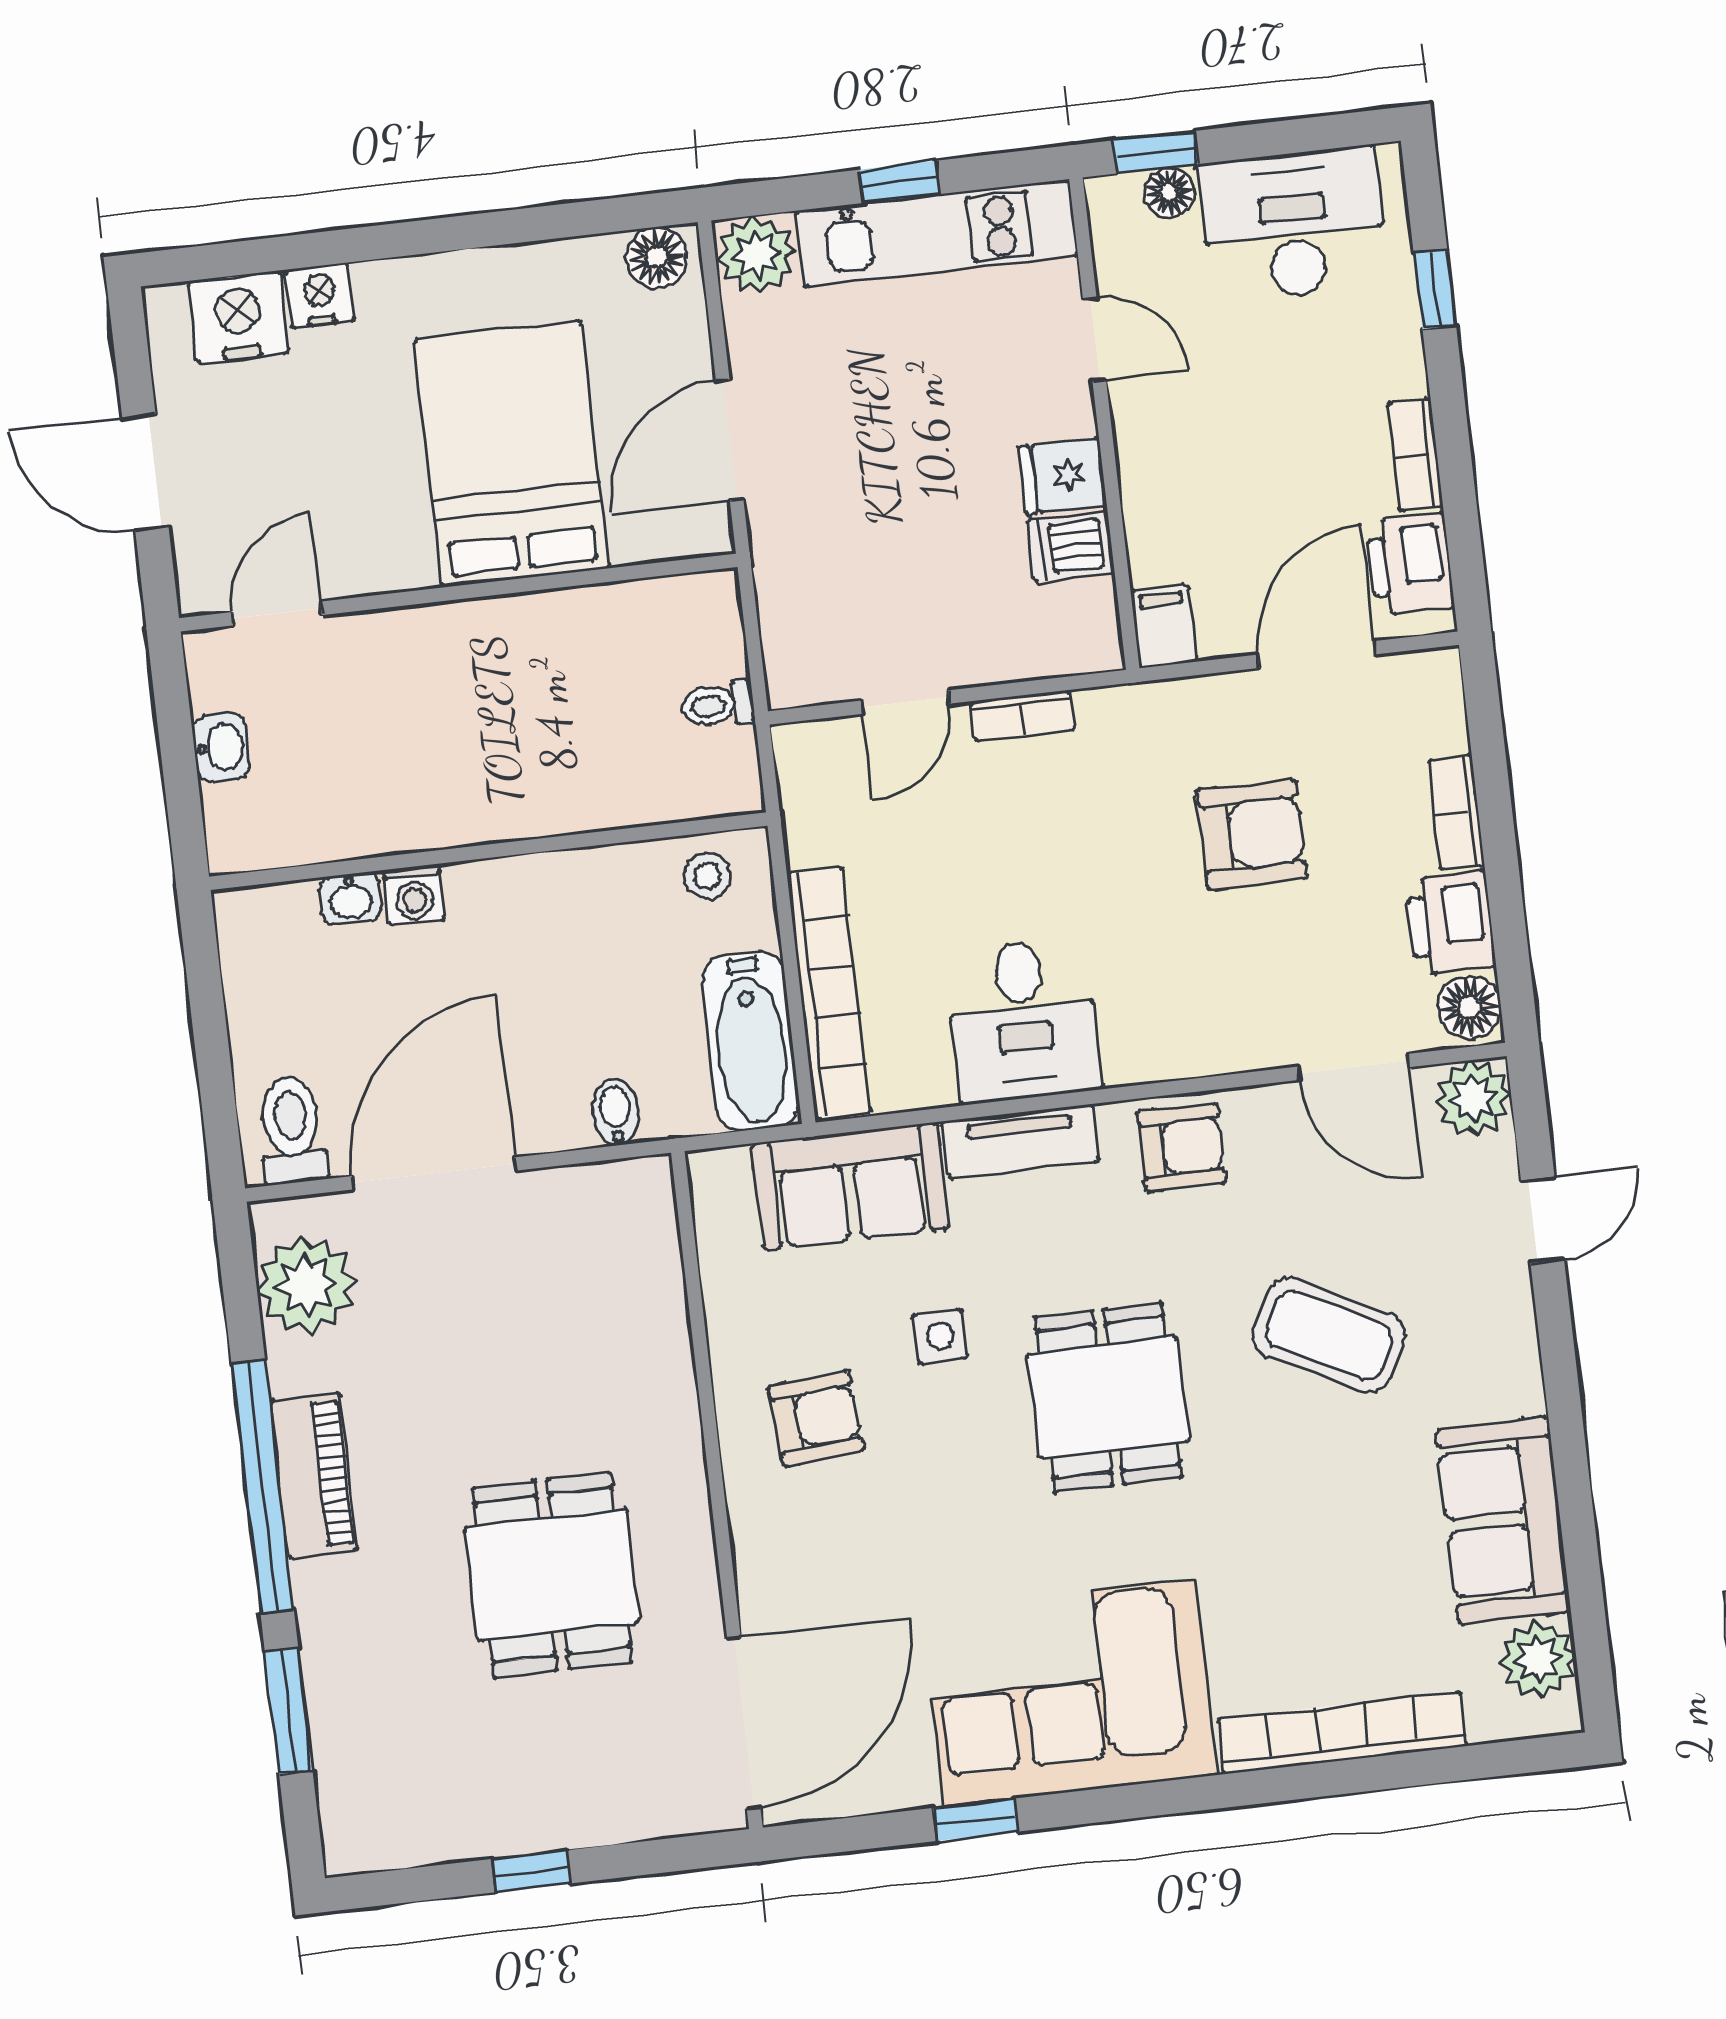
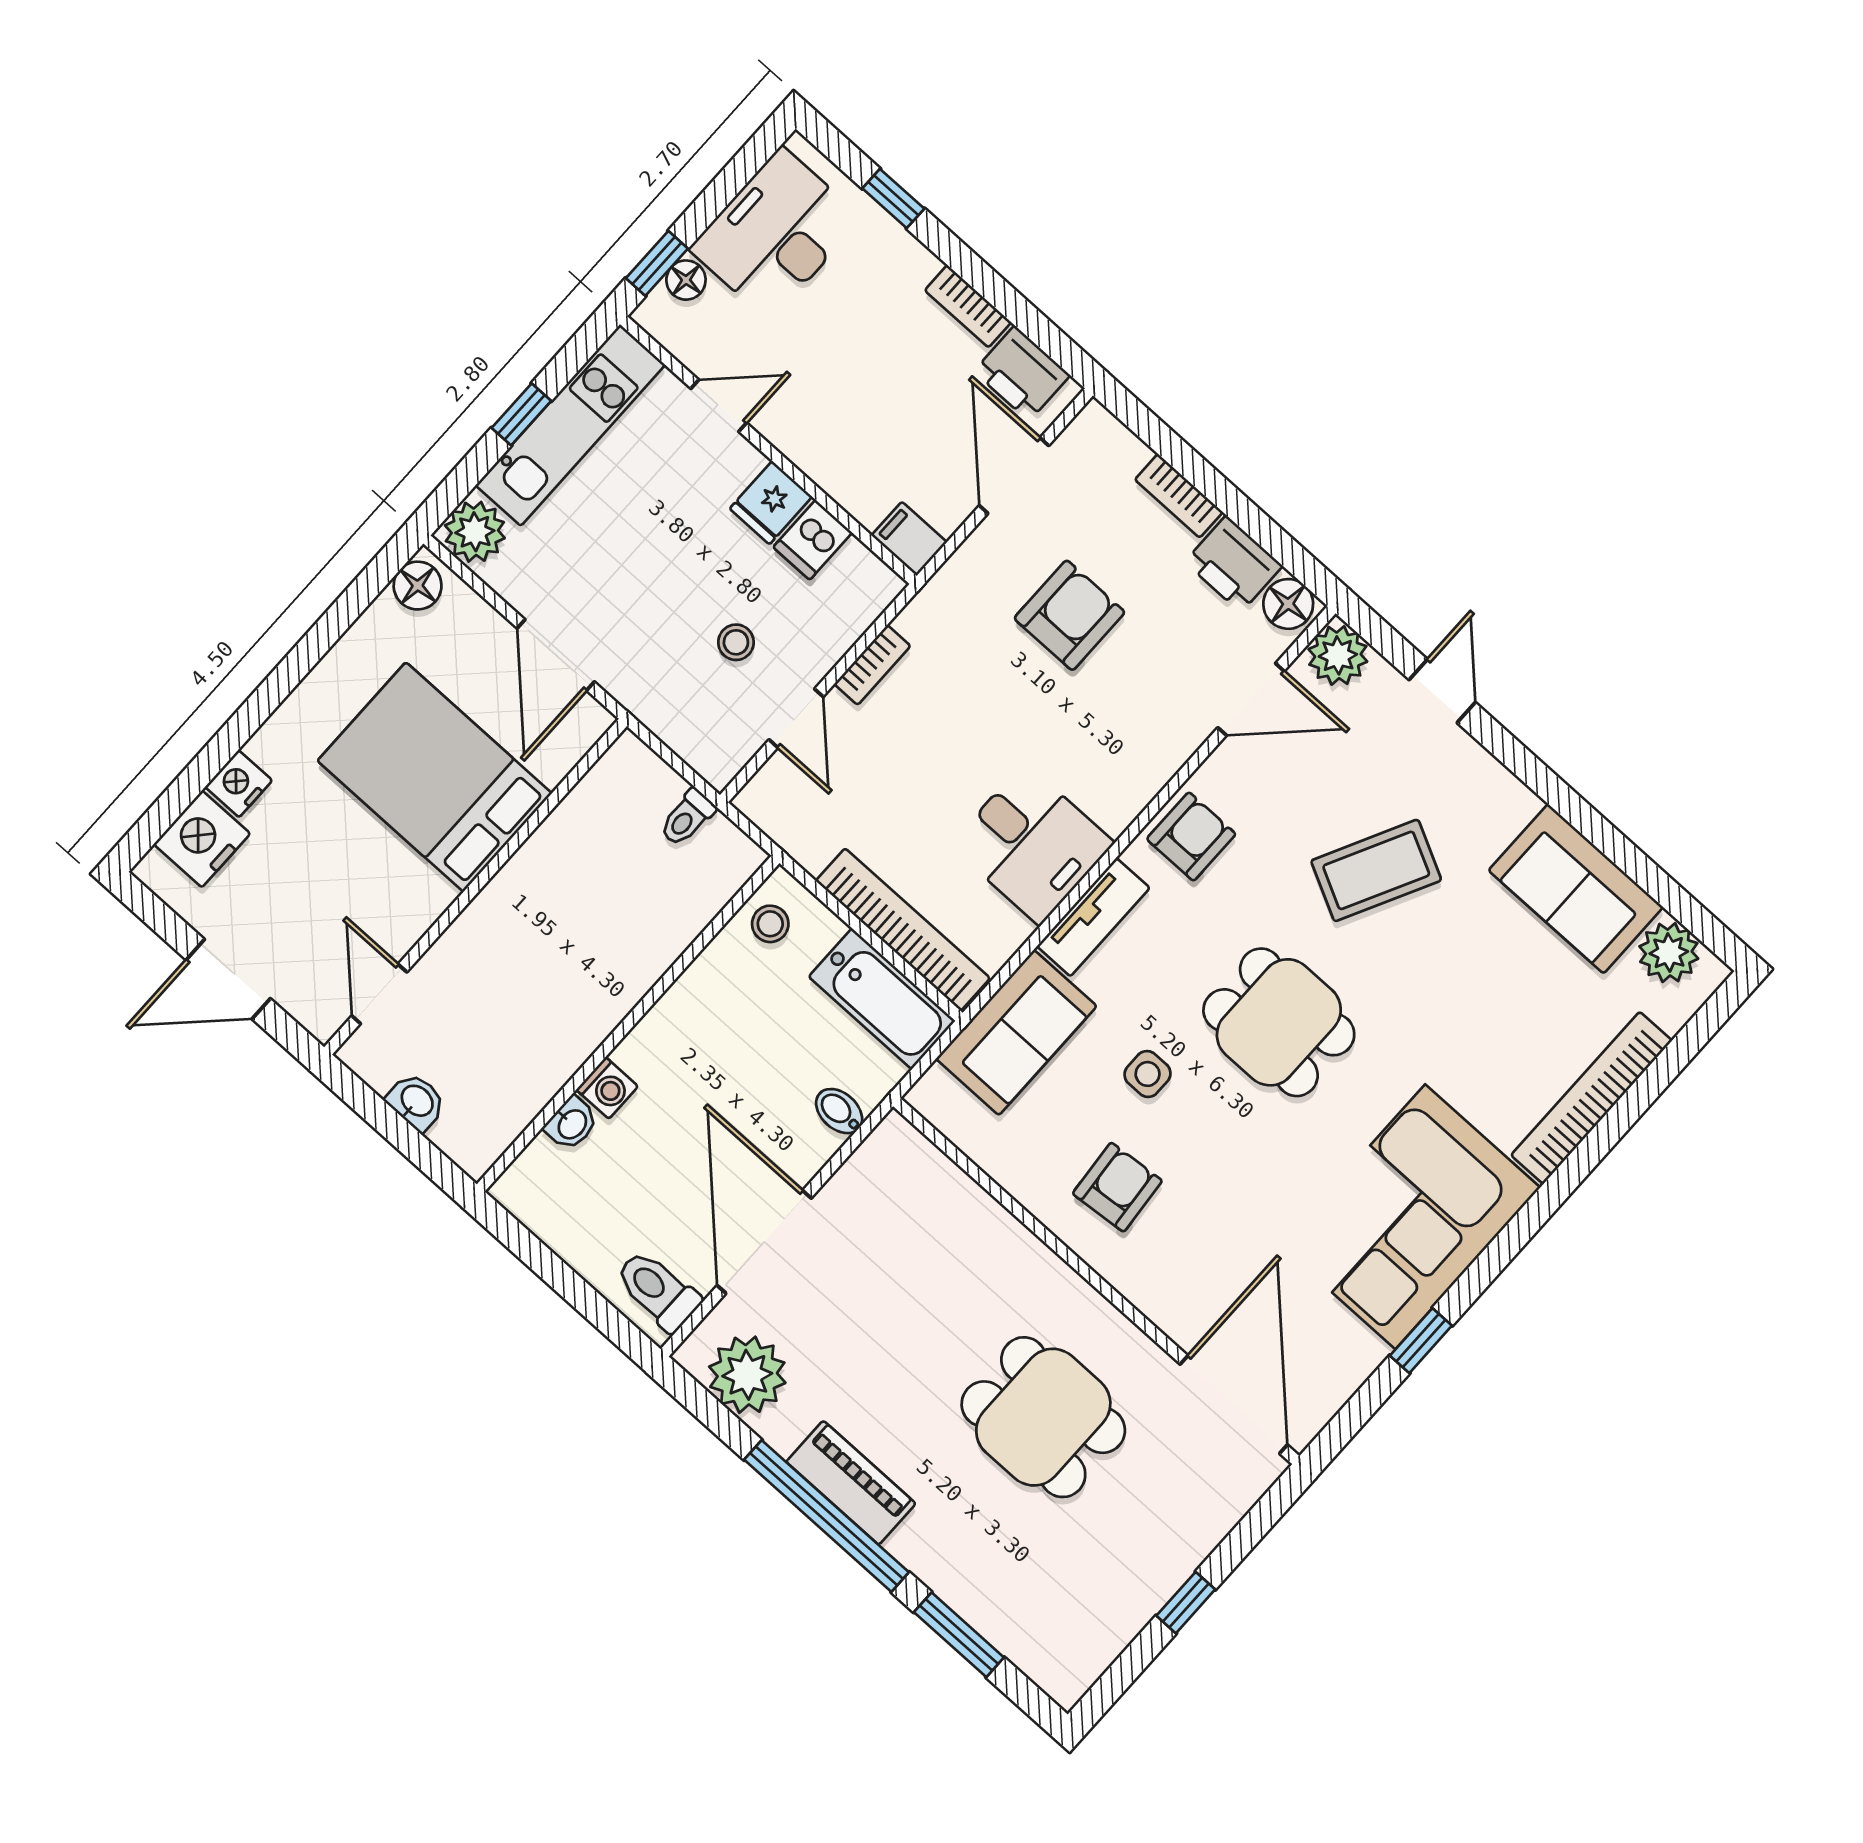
stool: (912, 579) -> (736, 642), added

